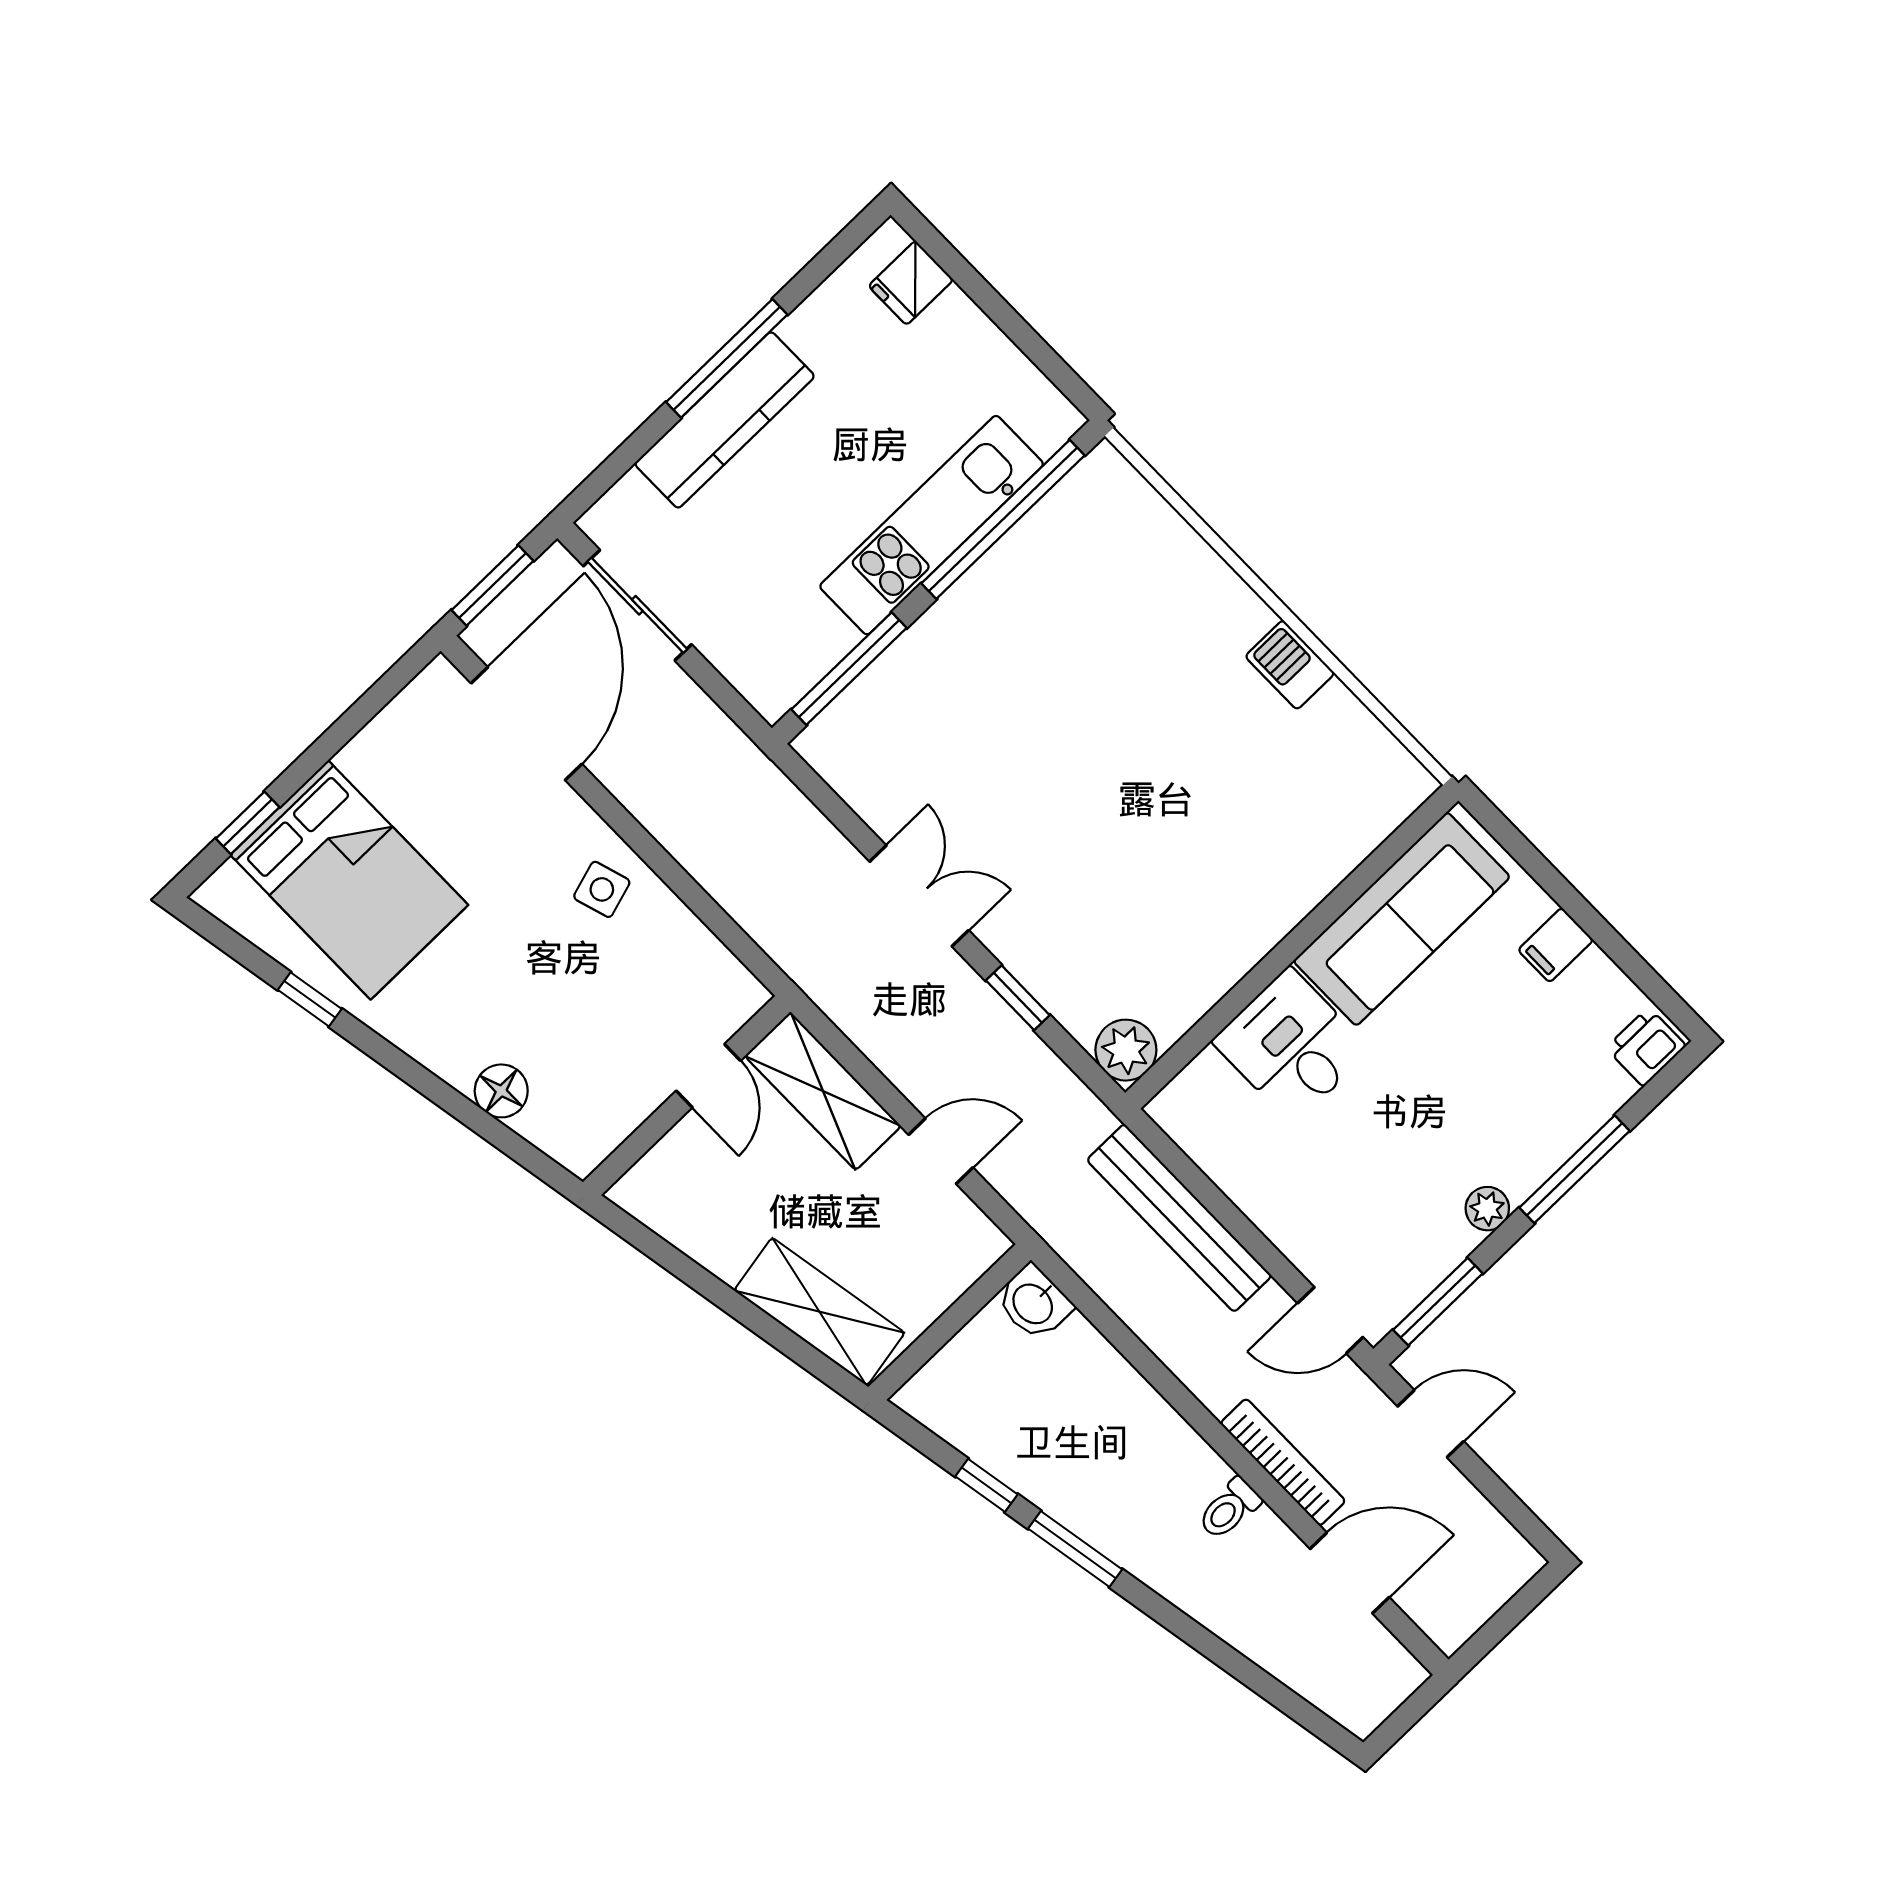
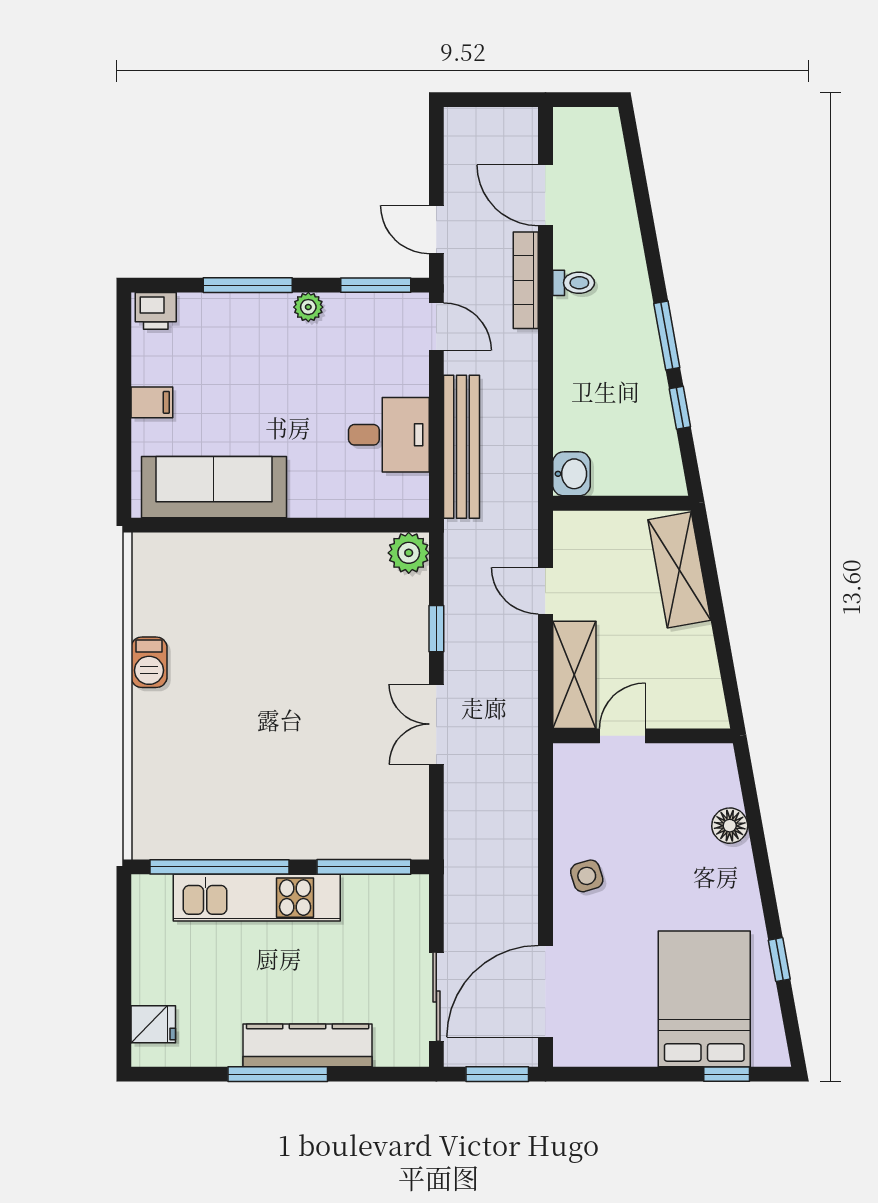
desk: (1291, 1046) -> (389, 435), moved, turned -90

